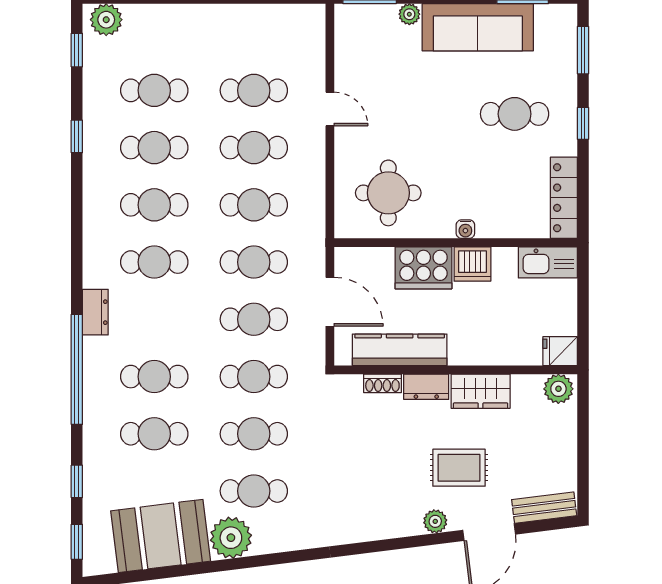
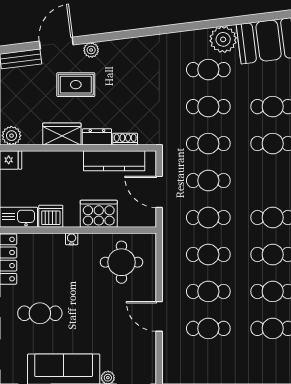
door: (330, 109) -> (159, 316), width x1.38
dishwasher: (472, 264) -> (51, 216), moved

